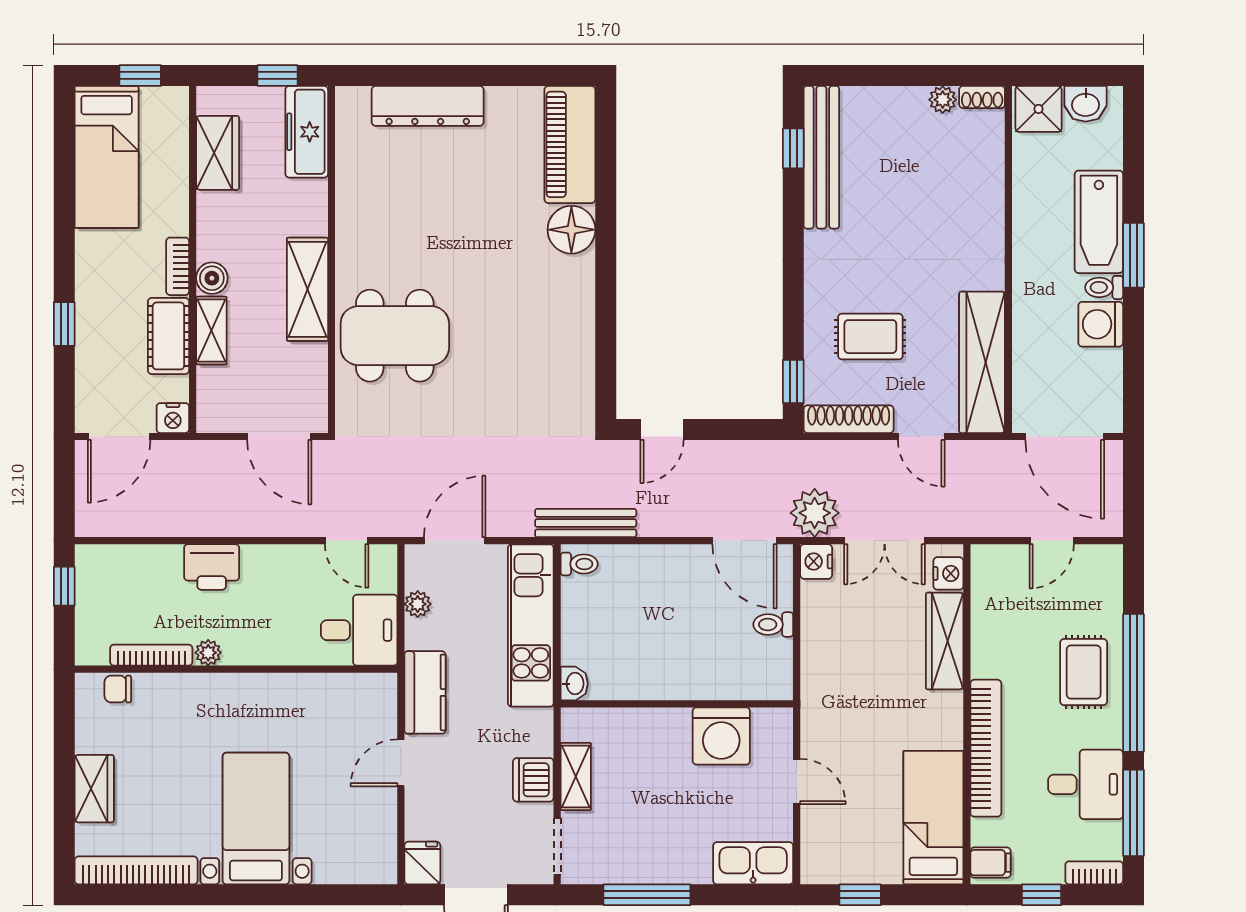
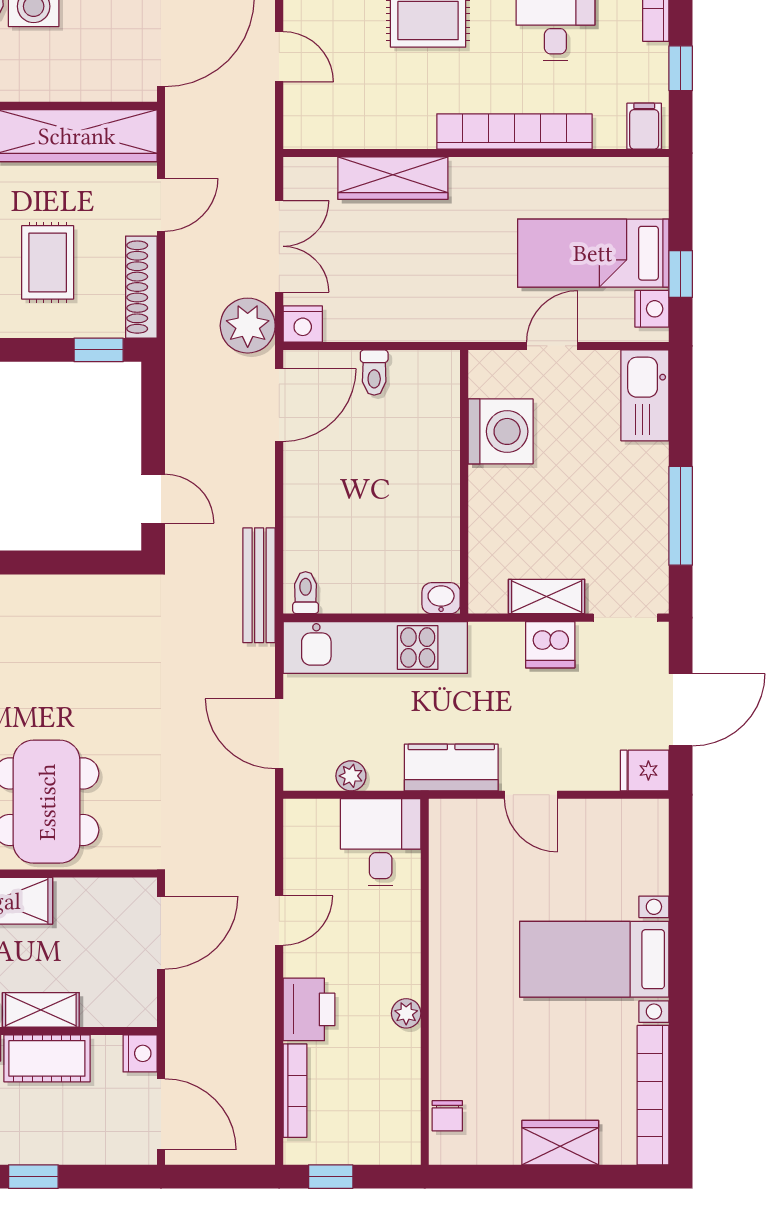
door: (347, 541) -> (279, 921), moved
nightstand: (948, 573) -> (652, 309), moved, turned 90
bookcase: (151, 655) -> (295, 1091), moved, turned 180
bed: (933, 818) -> (593, 253), moved

